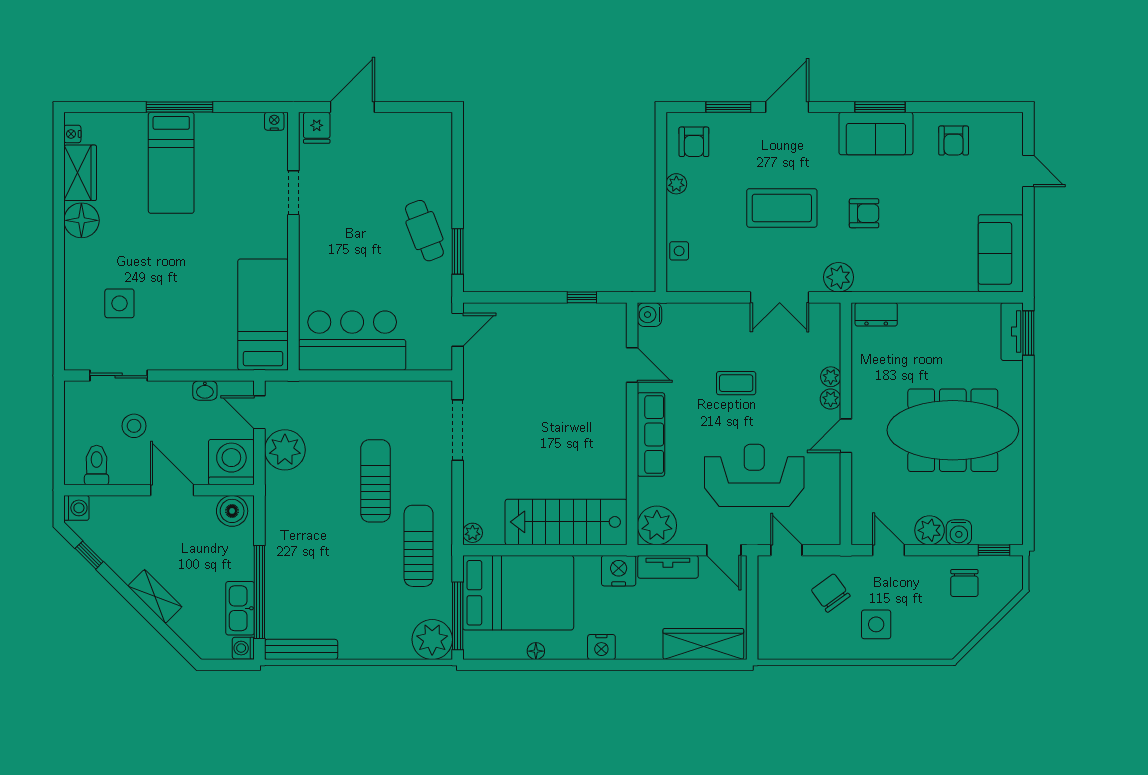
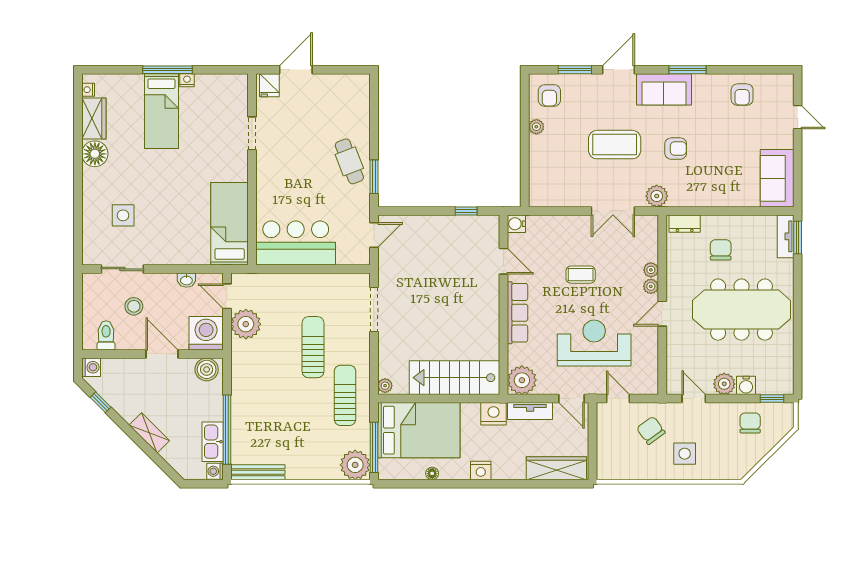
nightstand: (274, 121) -> (187, 80), moved
sofa: (876, 134) -> (664, 89), moved
side table: (679, 251) -> (538, 176), removed
chair: (925, 350) -> (721, 250), added
chair: (964, 583) -> (750, 423), turned 180

